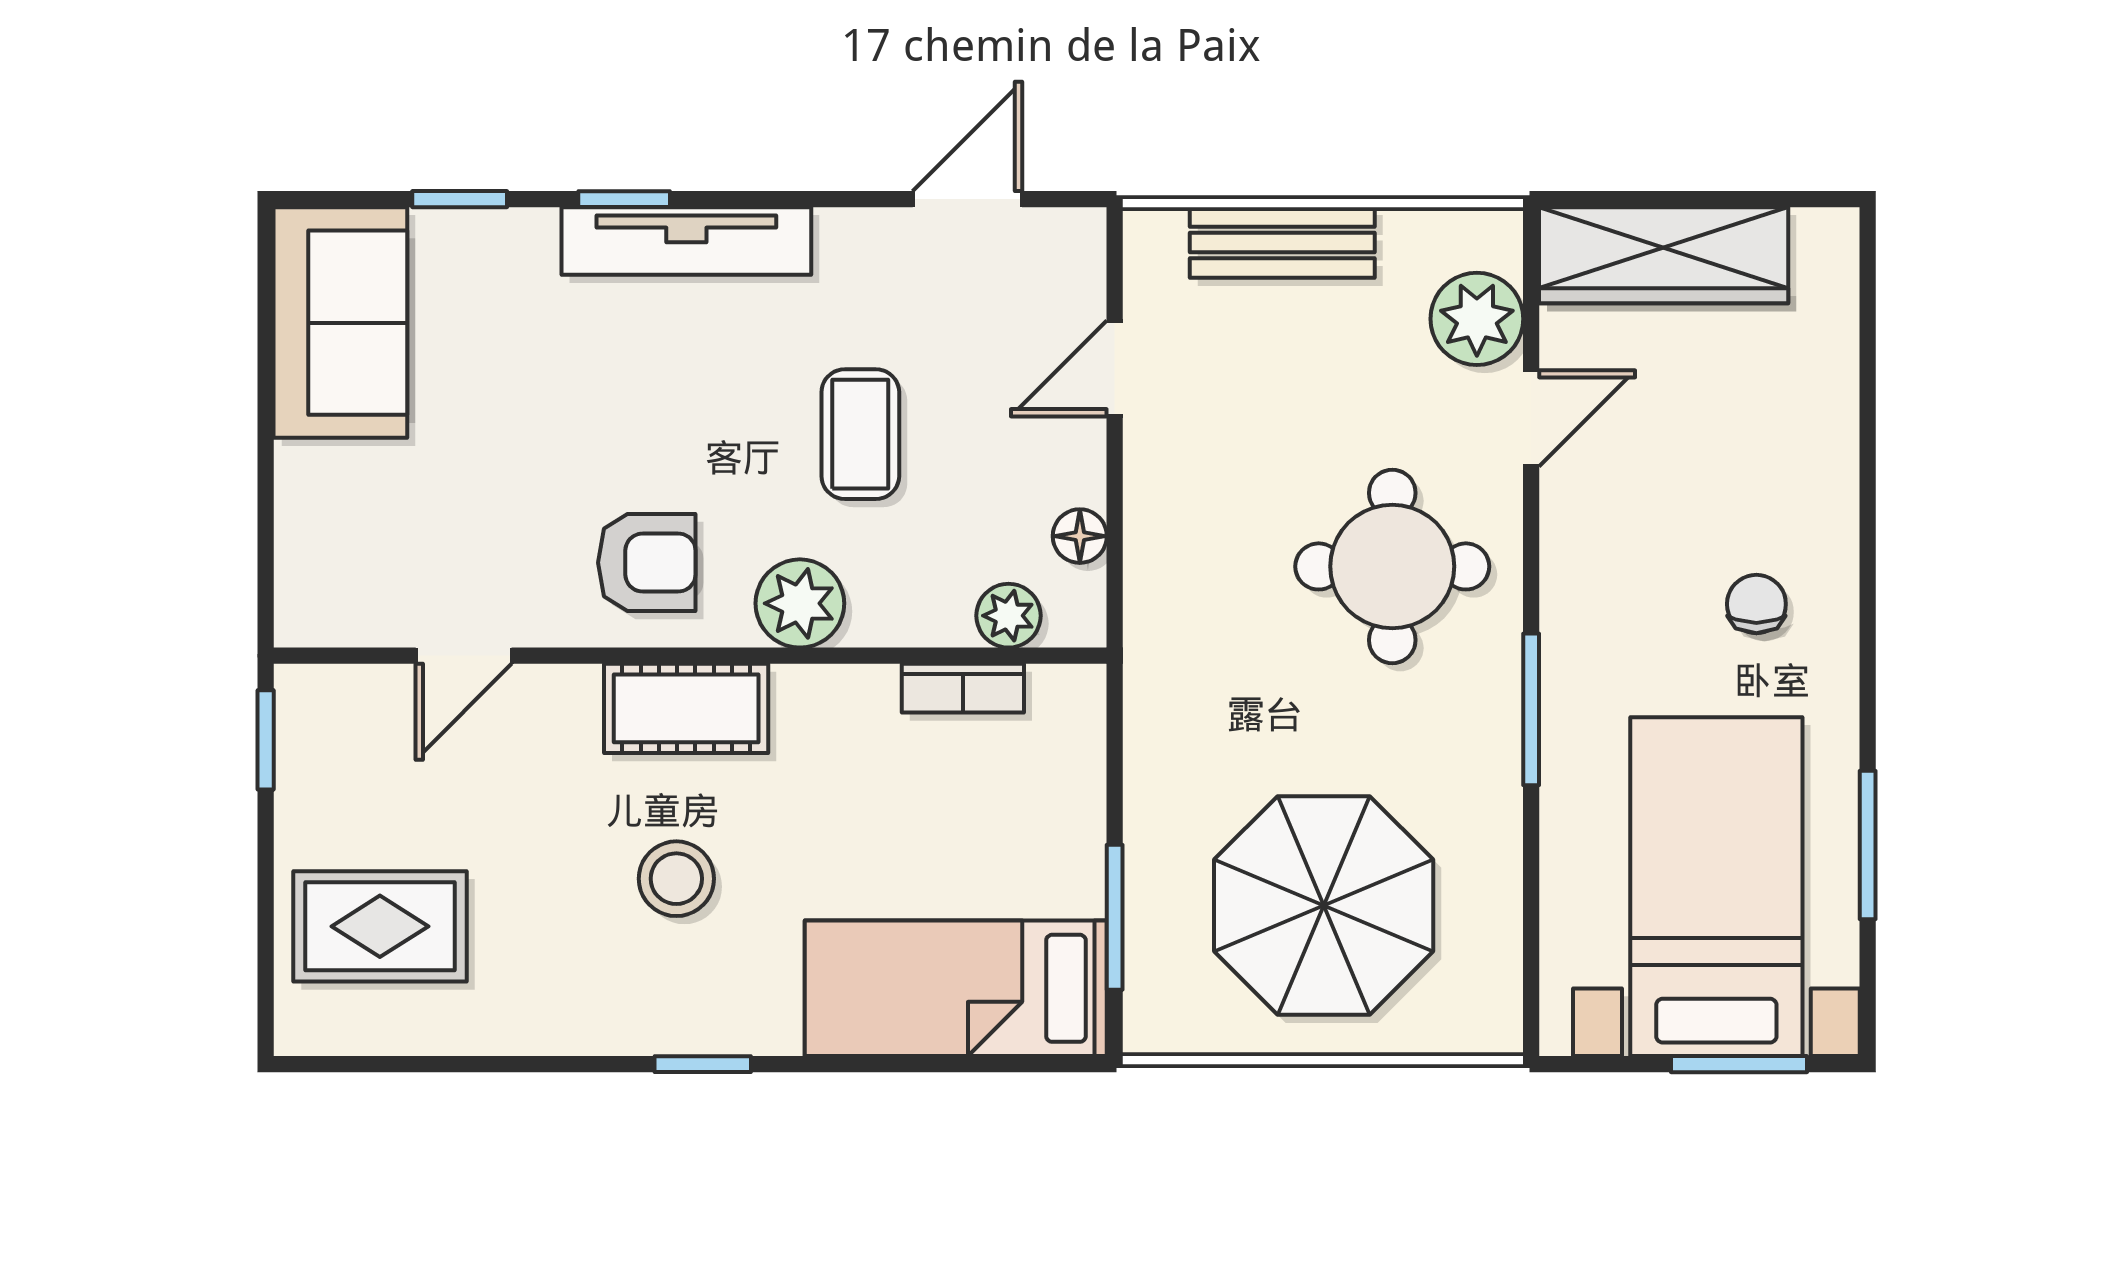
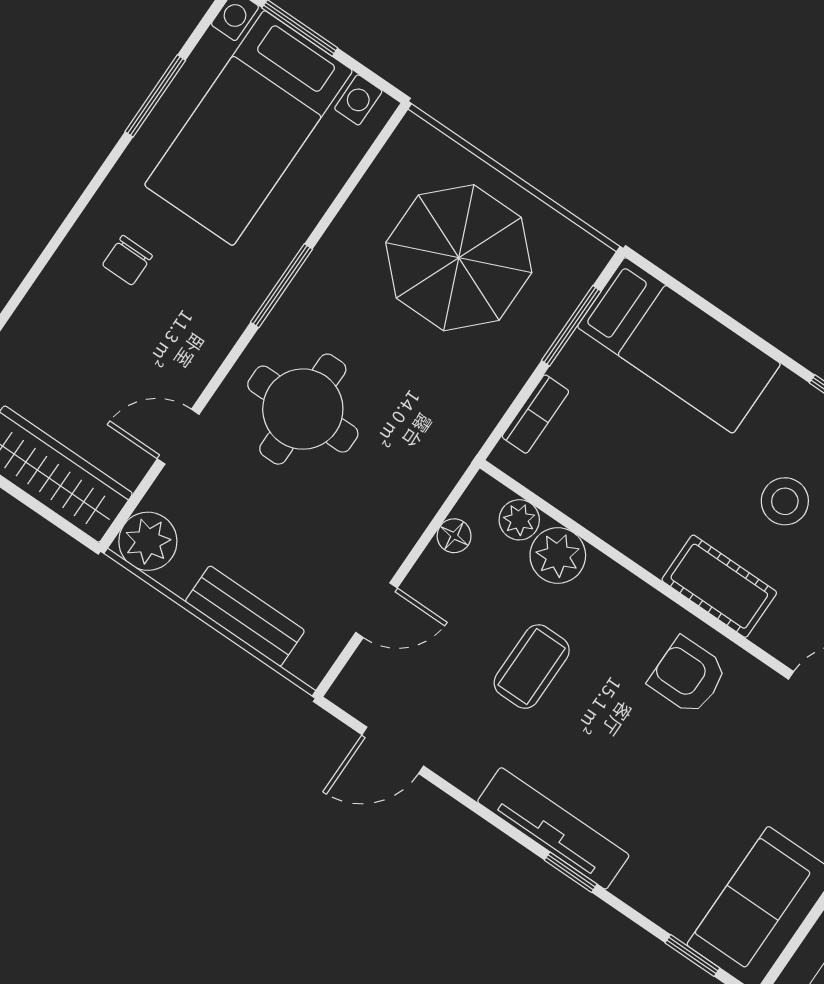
window: (460, 199) -> (692, 955), moved
plant: (1477, 319) -> (148, 541), moved
plant: (800, 603) -> (558, 555), moved
bookcase: (963, 688) -> (535, 414), moved, turned 90

